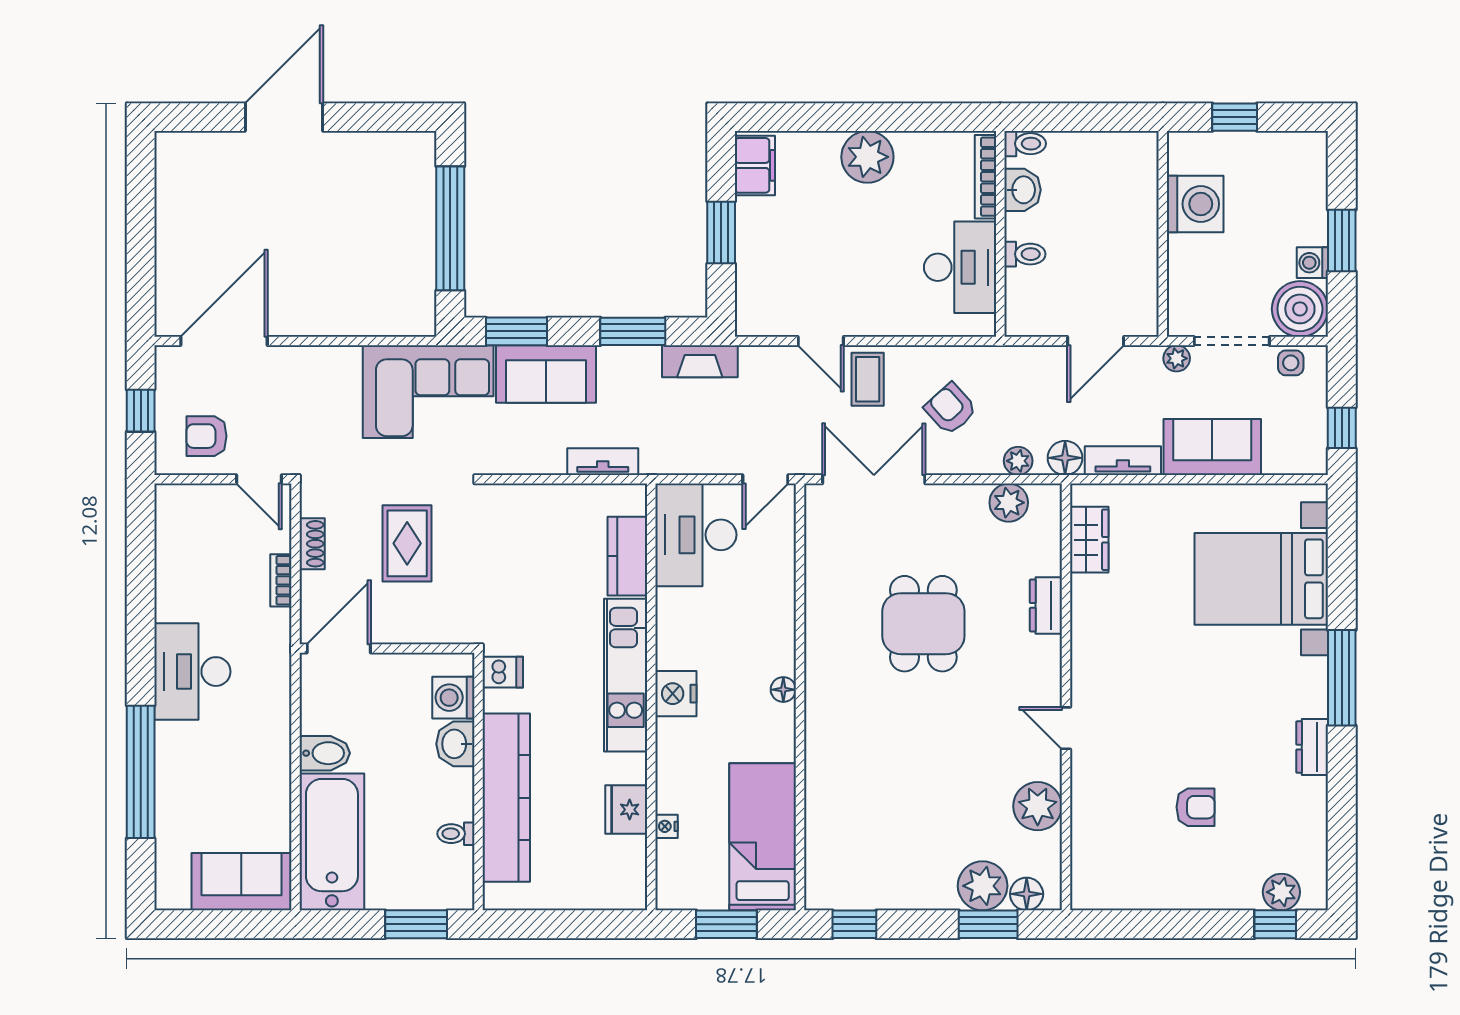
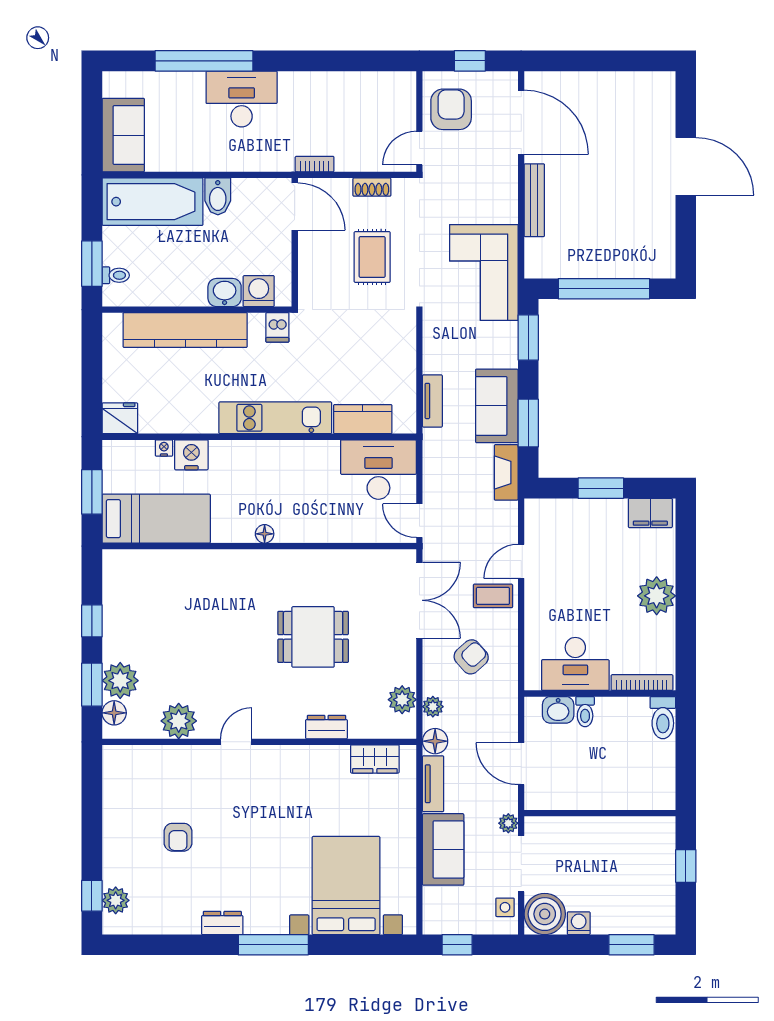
toilet: (1025, 144) -> (663, 718), width x1.37, depth x1.39
washbasin: (1023, 190) -> (558, 710), moved
washing machine: (1195, 204) -> (622, 837), removed
window: (1342, 240) -> (631, 945), moved
bench: (330, 323) -> (534, 200), added
sofa: (546, 374) -> (497, 406), moved
armchair: (206, 436) -> (451, 109), width x1.38, depth x1.38
rug: (407, 543) -> (372, 257), turned 90
bookcase: (281, 580) -> (315, 164), moved
desk: (192, 672) -> (242, 99), moved
nightstand: (676, 694) -> (191, 455), moved
fridge: (626, 810) -> (120, 418), moved
toilet: (456, 834) -> (116, 275), moved, turned 90
window: (854, 924) -> (92, 621), moved

